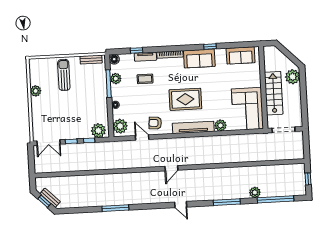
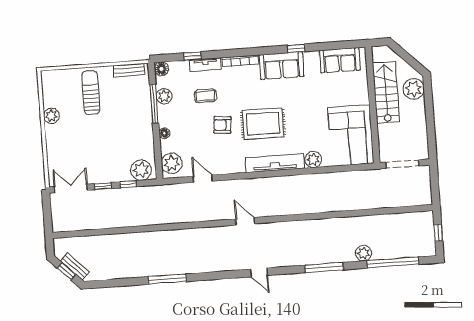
stairs: (274, 93) -> (386, 92), moved
armchair: (155, 123) -> (222, 125), moved
double door: (48, 143) -> (71, 188), swing flipped
door: (171, 168) -> (245, 221), swing flipped

